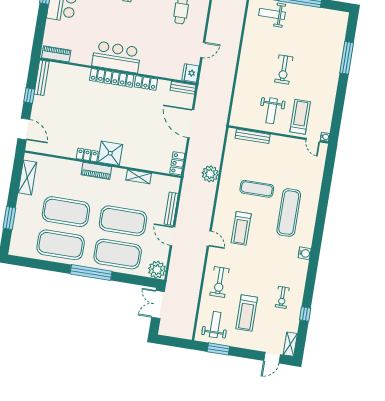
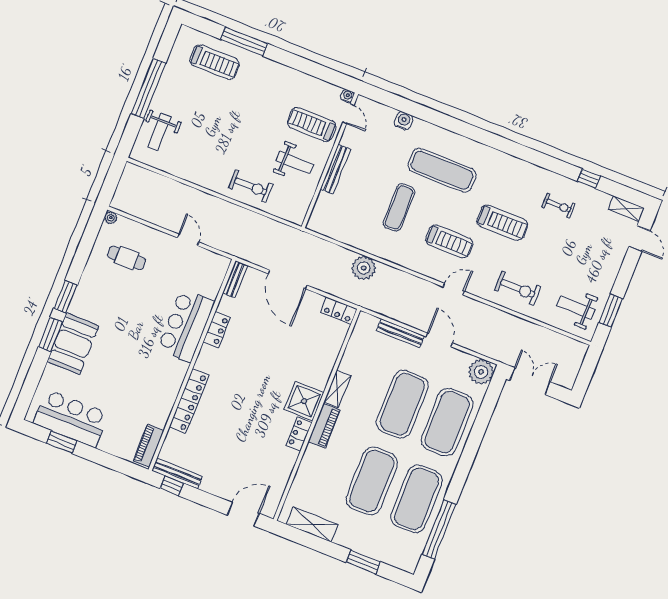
treadmill: (328, 41) -> (215, 62), added
bar counter: (116, 57) -> (186, 325), moved
exercise bike: (284, 70) -> (251, 186), moved
fridge: (190, 73) -> (217, 264), removed
locker: (112, 78) -> (189, 401), moved
window: (29, 96) -> (172, 486), moved
door: (191, 124) -> (288, 280), hinge flipped
bench: (253, 136) -> (335, 169), moved
door: (313, 140) -> (348, 114), hinge flipped
shelving: (139, 177) -> (337, 389), moved
door: (173, 236) -> (439, 340), swing flipped
water cooler: (305, 253) -> (404, 121), moved
window: (91, 273) -> (439, 529), moved
double door: (158, 304) -> (530, 381), swing flipped
treadmill: (247, 313) -> (502, 223), moved

